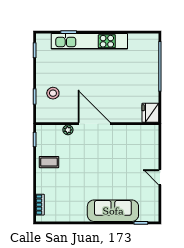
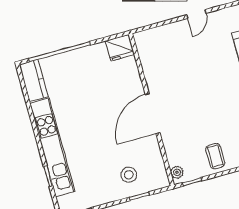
kitchen counter: (144, 41) -> (34, 81), added
plant: (68, 130) -> (177, 172), moved

